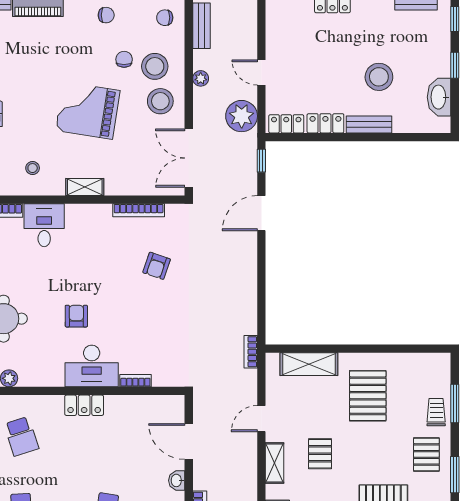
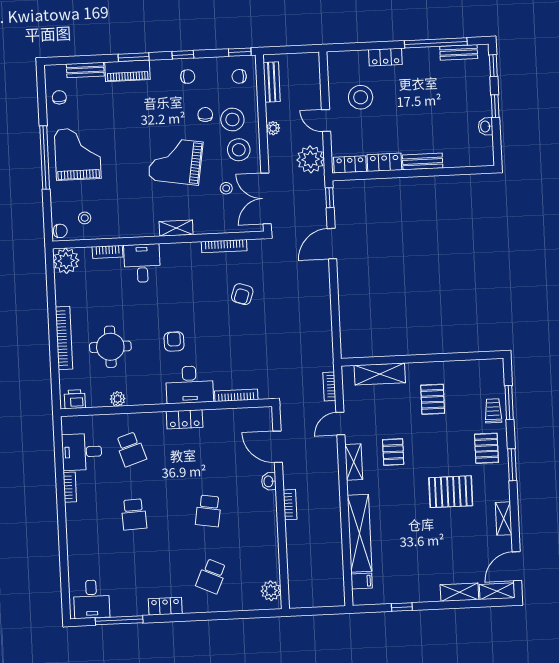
stool: (379, 77) -> (361, 97), moved
washbasin: (439, 97) -> (486, 127), width x0.52, depth x0.69
stool: (33, 168) -> (226, 188), moved
bookcase: (251, 352) -> (329, 386), moved
bookcase: (135, 381) -> (236, 395), width x1.56
pallet: (368, 396) -> (433, 399), width x0.67, depth x0.71

